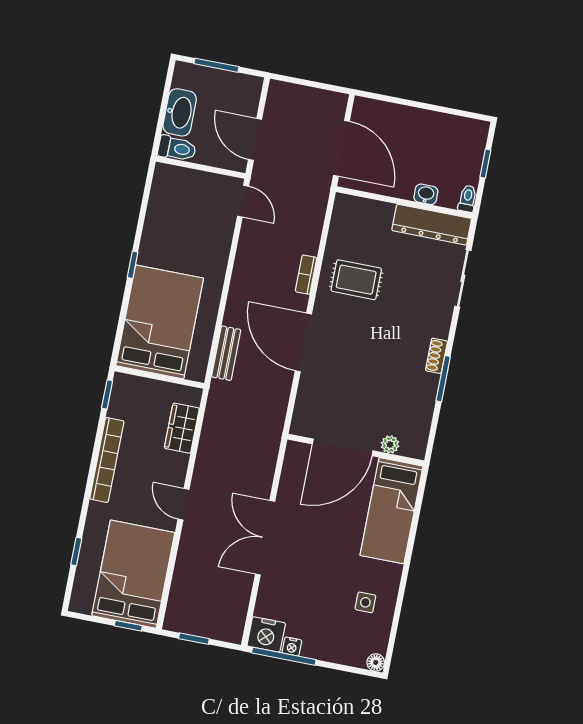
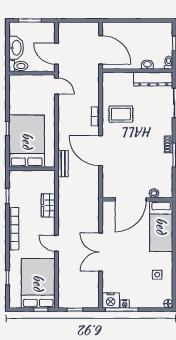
bed: (160, 322) -> (27, 141), moved
wall: (159, 377) -> (32, 169), moved

